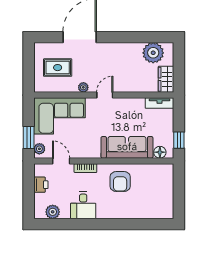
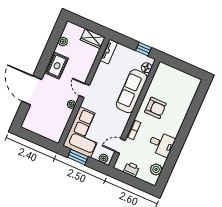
plant: (153, 53) -> (63, 42), width x0.53, depth x0.53
rug: (58, 68) -> (57, 66), moved
window: (29, 137) -> (78, 157), moved

